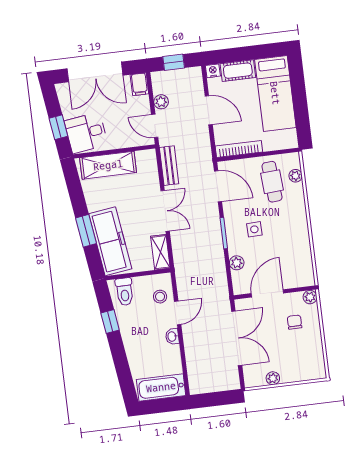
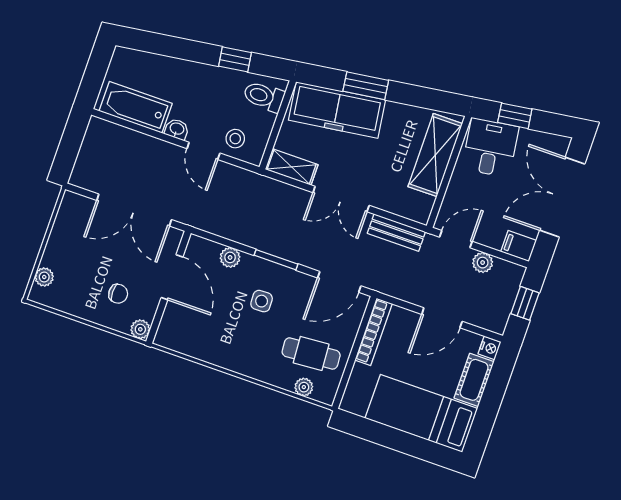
plant: (273, 378) -> (44, 277), moved
bathtub: (161, 387) -> (136, 107), moved, turned -90

